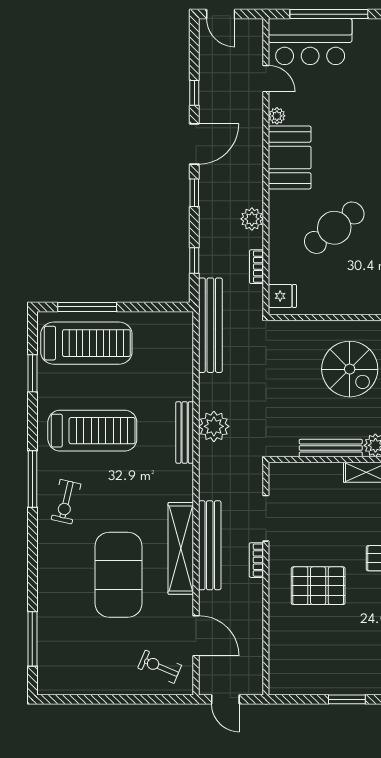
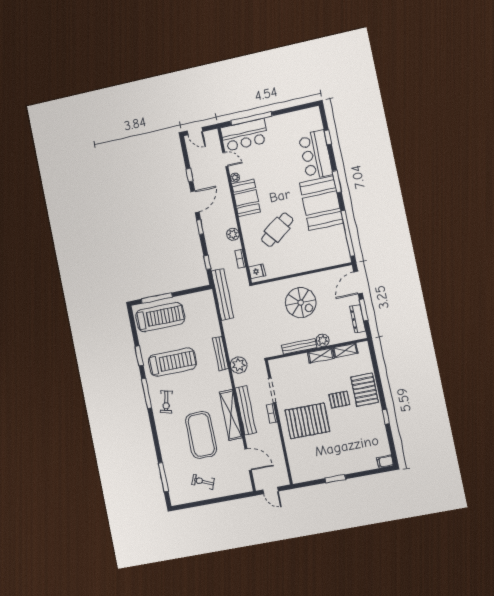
window: (32, 373) -> (139, 356), moved
plant: (214, 426) -> (239, 365), moved
pallet: (318, 586) -> (307, 421), width x1.37, depth x1.41
exercise bike: (160, 667) -> (203, 482), moved

